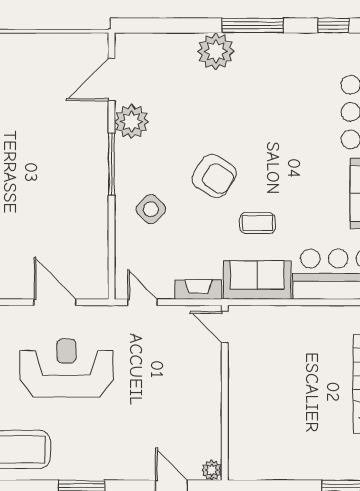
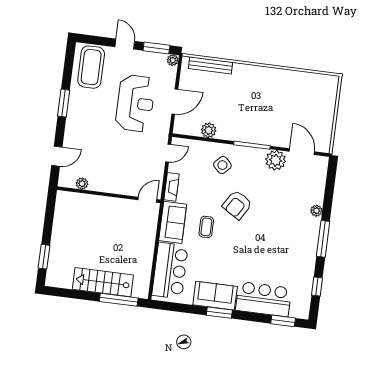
plant: (216, 51) -> (316, 211), width x0.53, depth x0.53
plant: (96, 240) -> (209, 130), added
plant: (212, 470) -> (82, 184), moved

